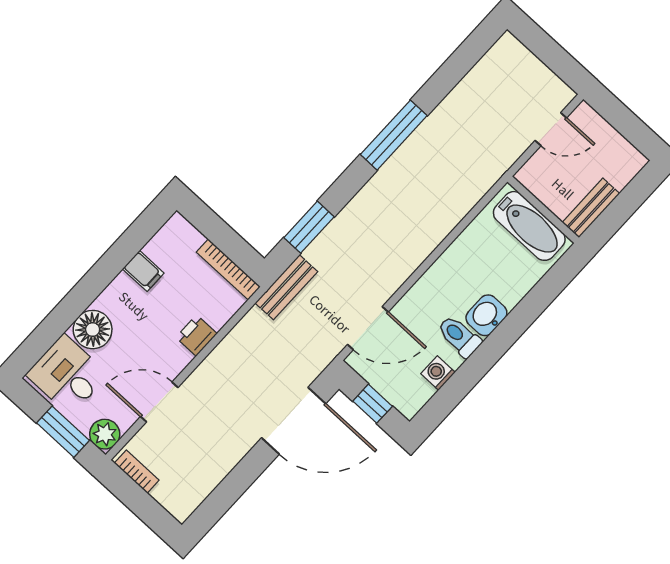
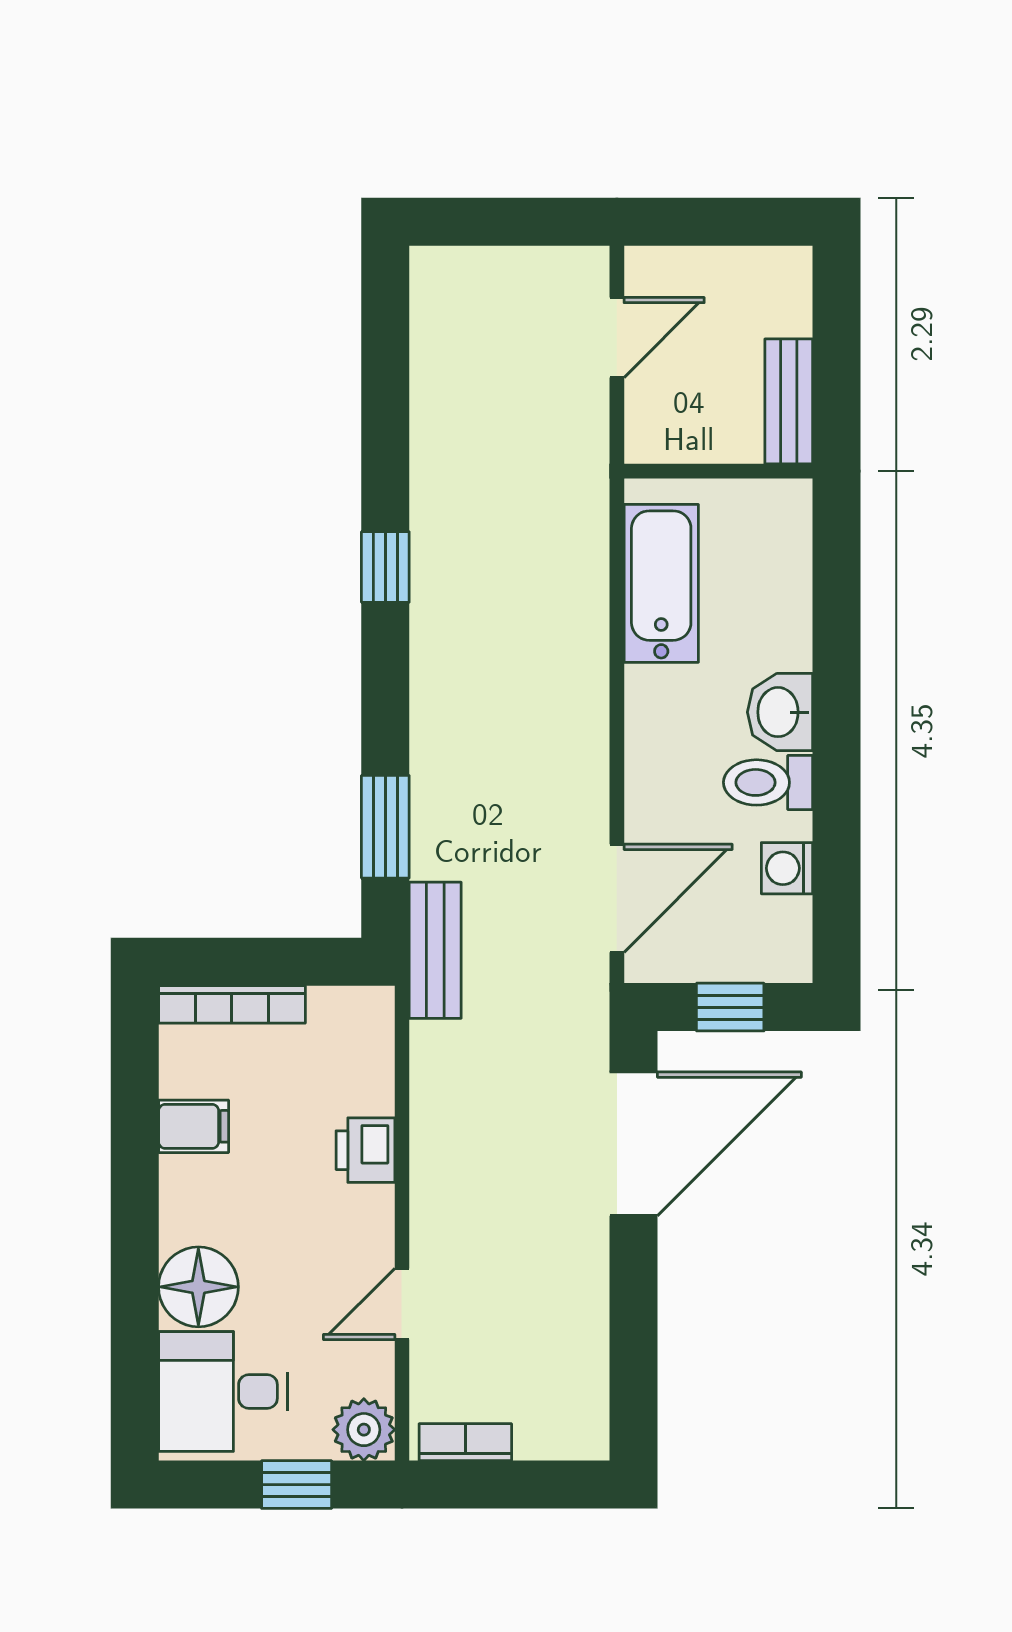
window: (394, 135) -> (385, 567), width x0.46
bathtub: (529, 226) -> (661, 583), moved, turned -90
bookcase: (228, 269) -> (232, 1004), moved
door: (159, 402) -> (402, 1304), width x0.73
window: (63, 432) -> (297, 1485), width x0.67

